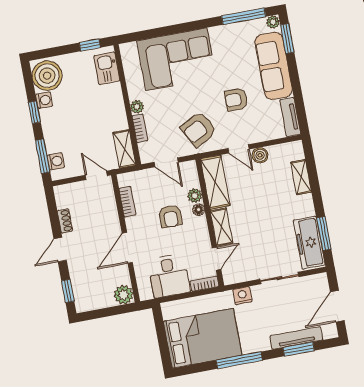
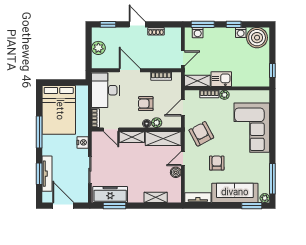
kitchen sink: (107, 68) -> (221, 79), moved
desk: (169, 276) -> (105, 90), width x1.37
plant: (124, 295) -> (98, 48), moved

